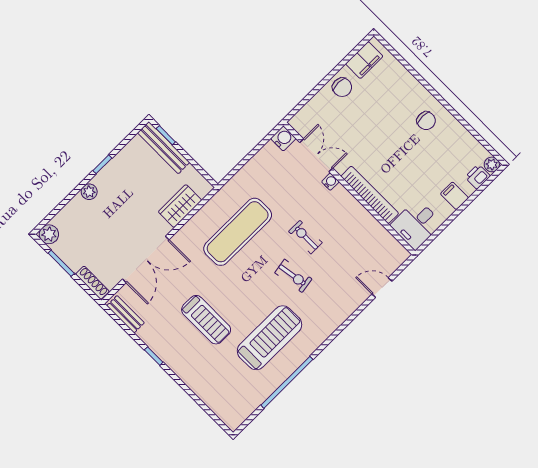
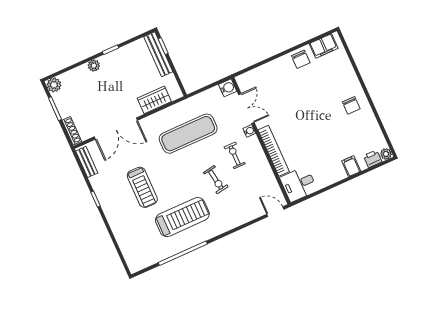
water cooler: (283, 138) -> (228, 88), moved
double door: (316, 155) -> (246, 108), moved
water cooler: (330, 182) -> (249, 131), moved
wall: (349, 188) -> (261, 141), moved
bookcase: (370, 195) -> (274, 151), moved
desk: (416, 224) -> (299, 184), moved

